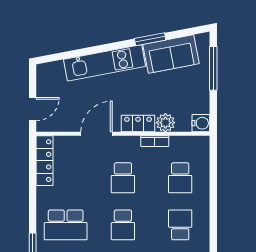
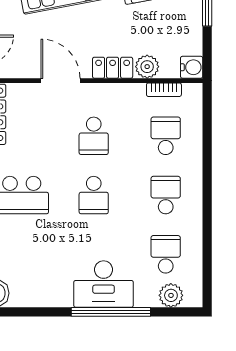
door: (97, 134) -> (60, 81), hinge flipped
bookcase: (155, 141) -> (164, 90), moved
school desk: (180, 178) -> (166, 136), turned 180

